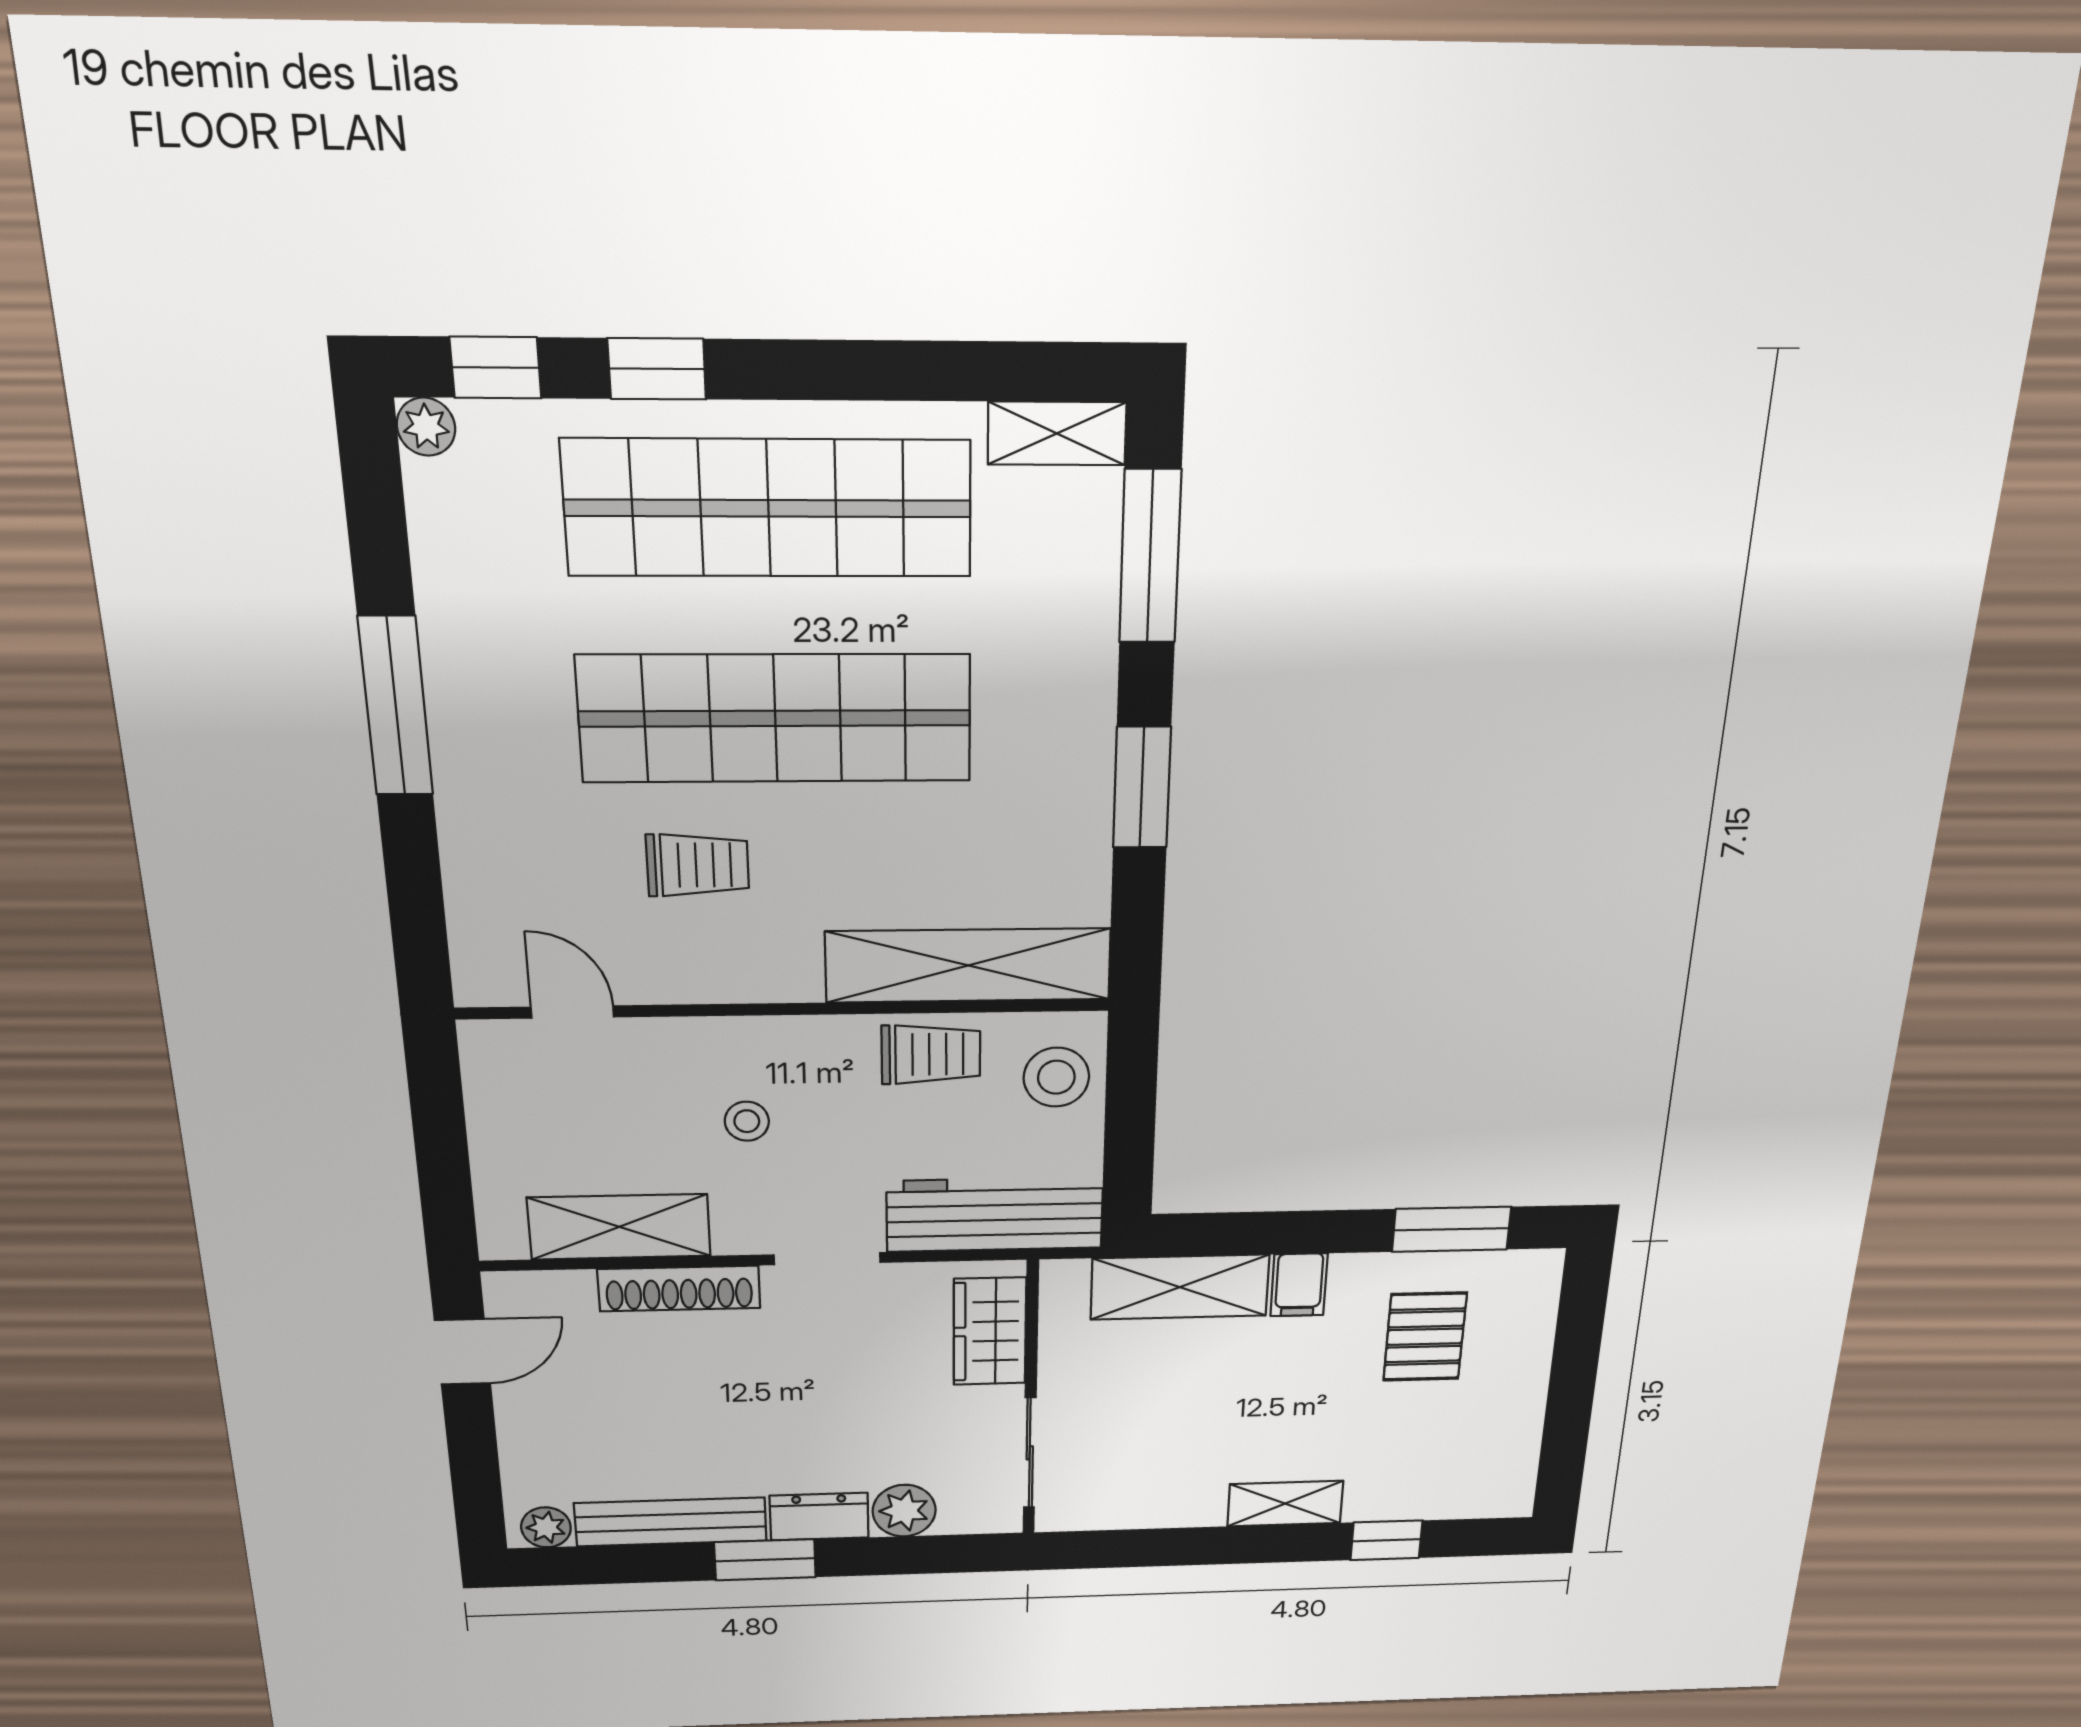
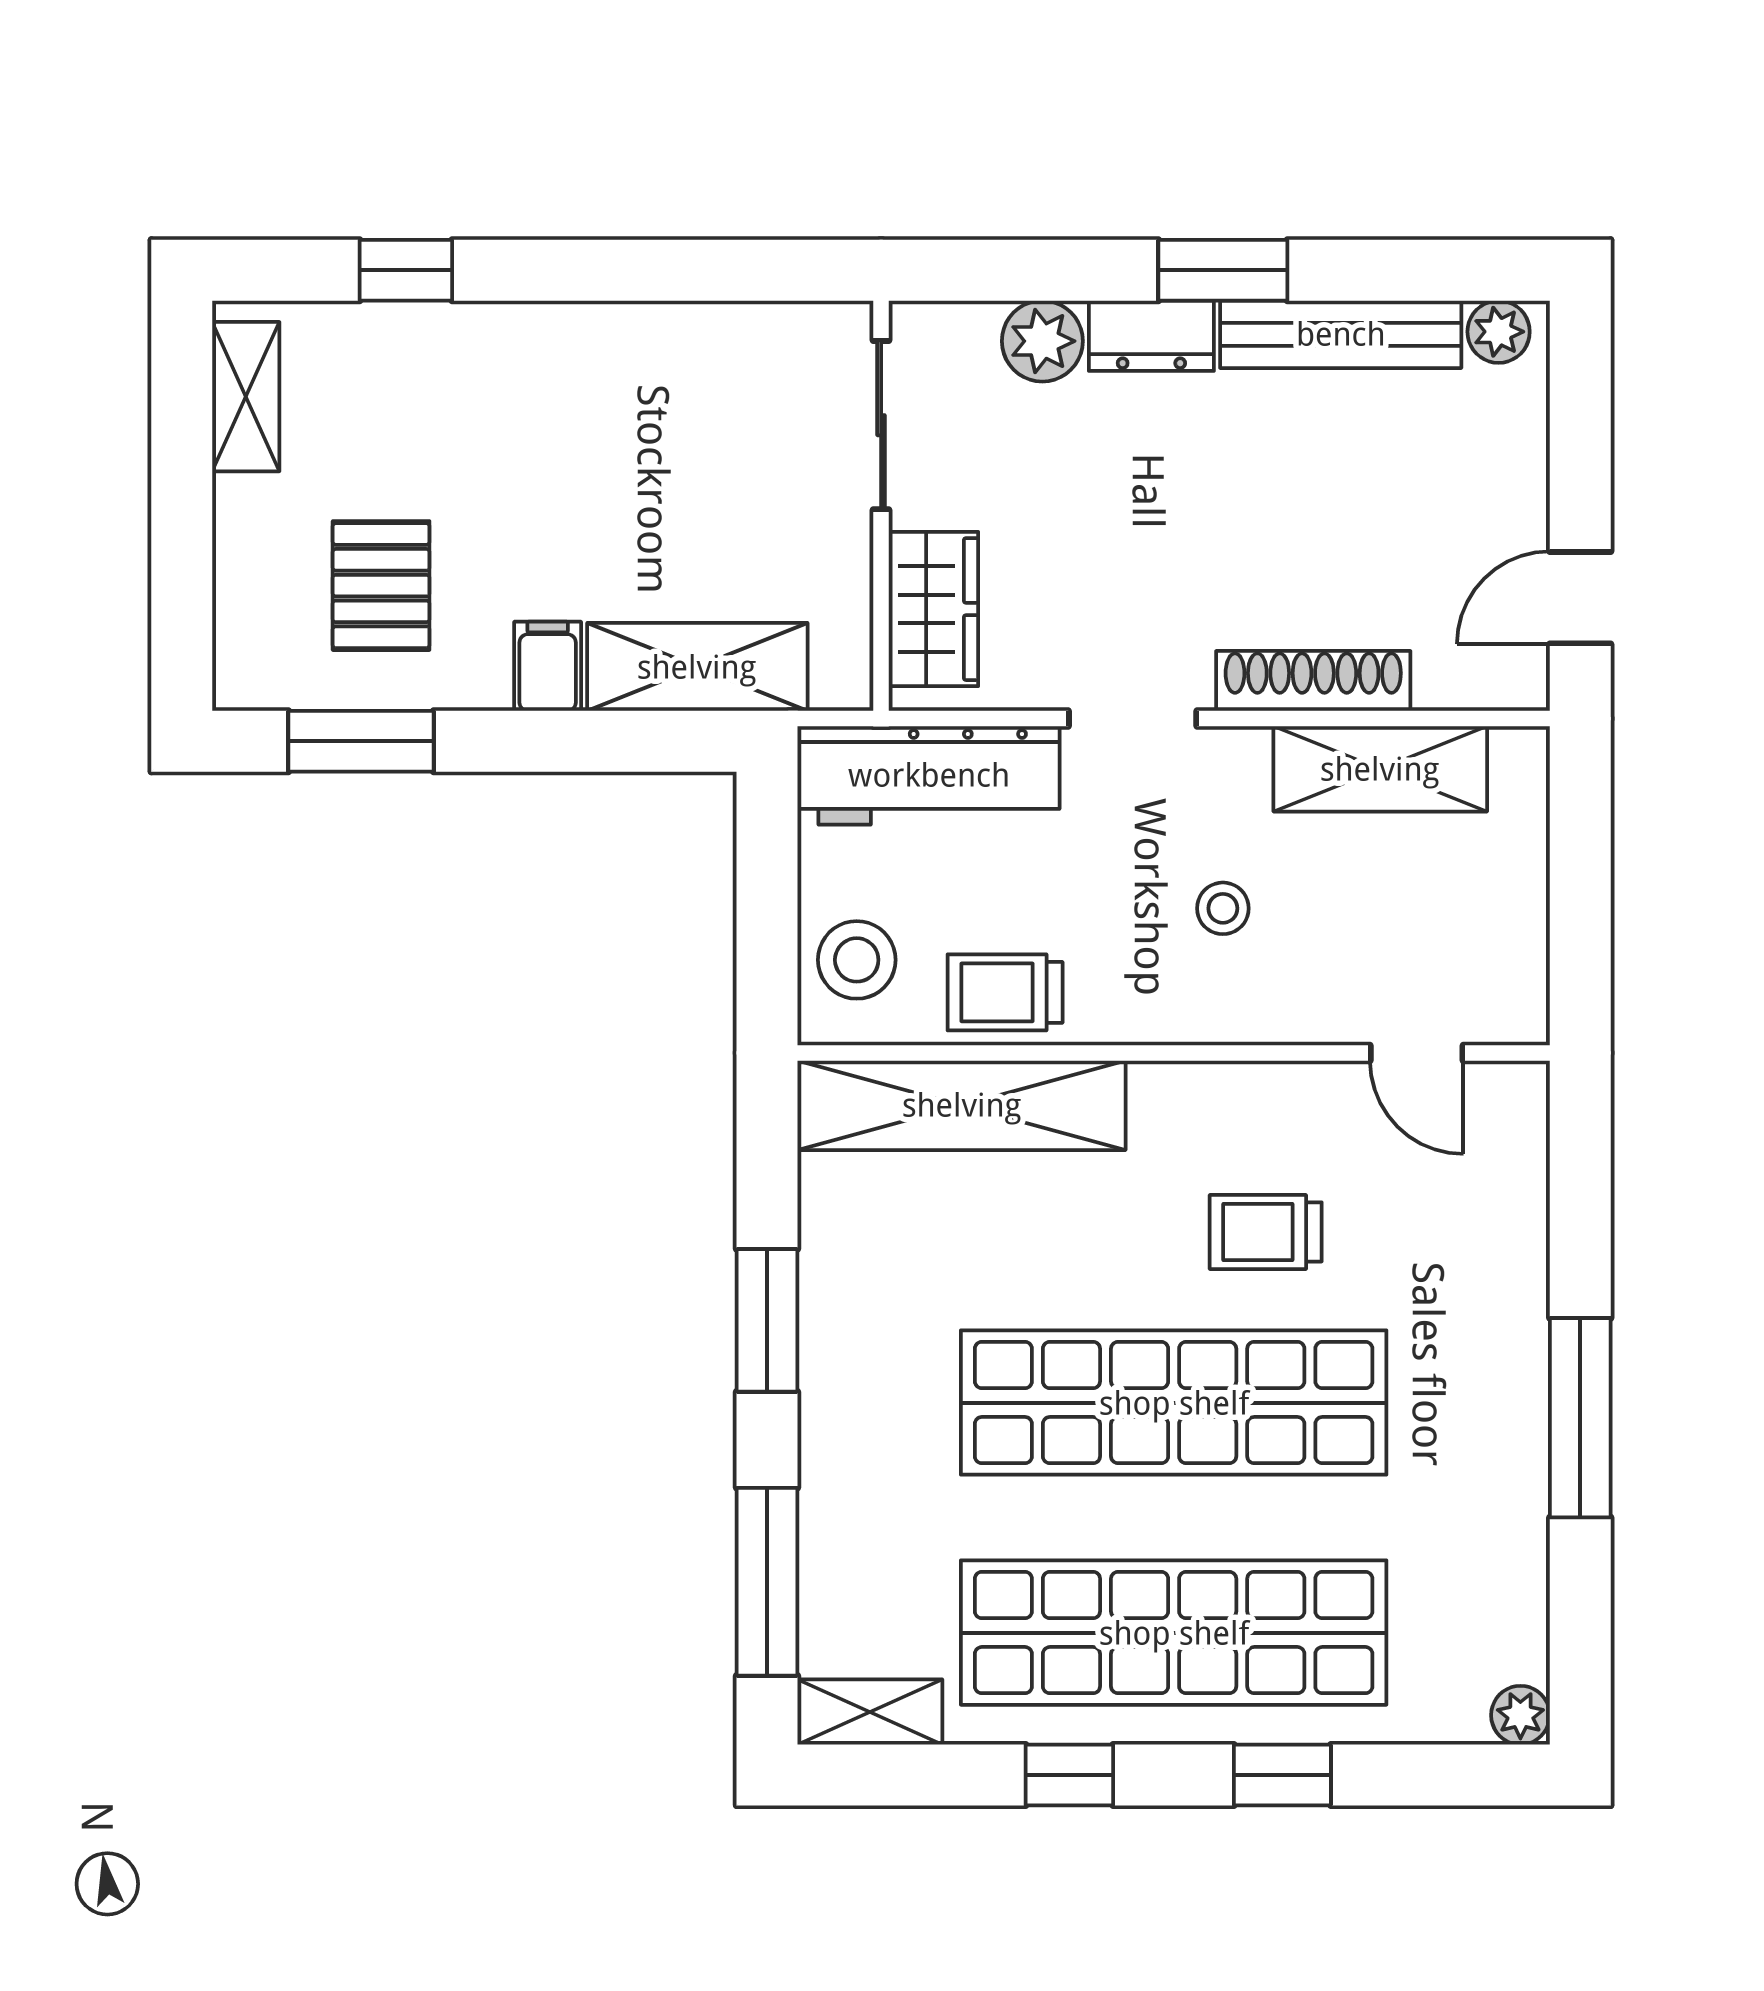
window: (496, 368) -> (1069, 1775), moved
shelving: (1285, 1504) -> (246, 397), moved, turned 90

